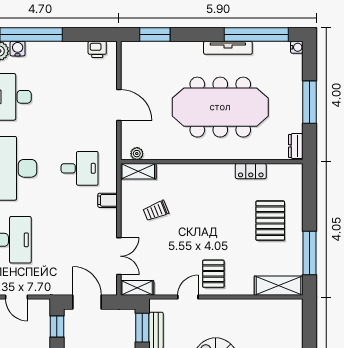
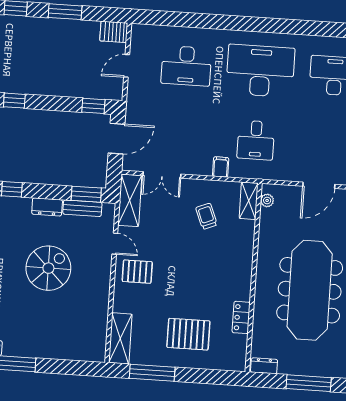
shelving: (137, 288) -> (130, 200), width x1.50, depth x1.33

